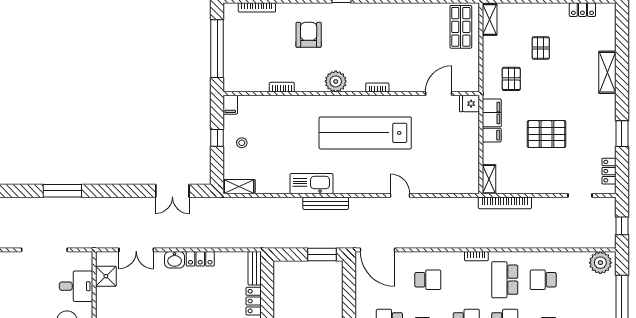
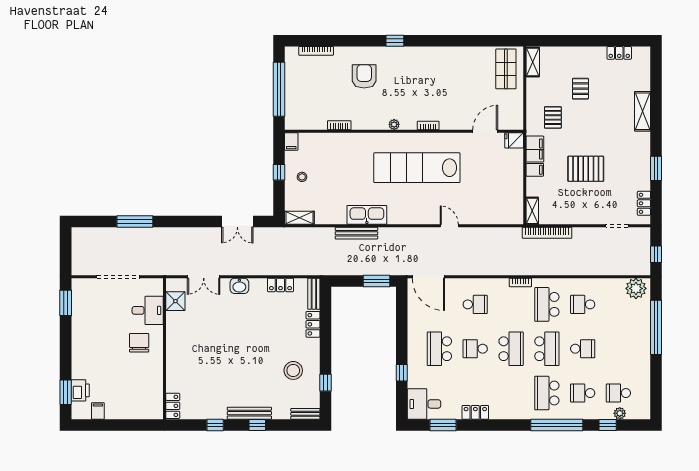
plant: (336, 81) -> (394, 124), width x0.53, depth x0.53
bench: (326, 203) -> (356, 233), moved
locker: (200, 259) -> (280, 285), moved

